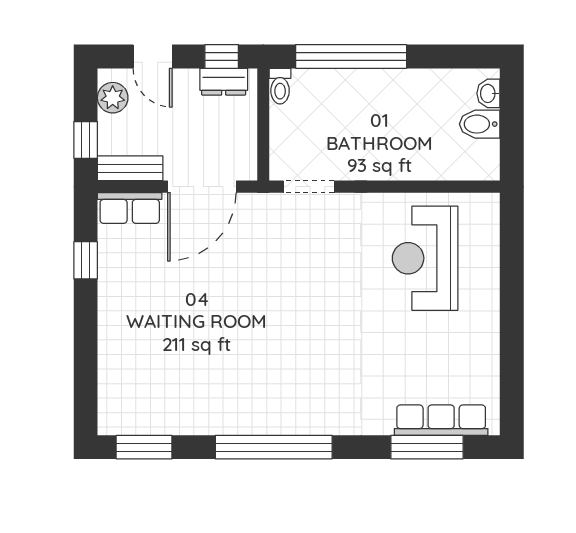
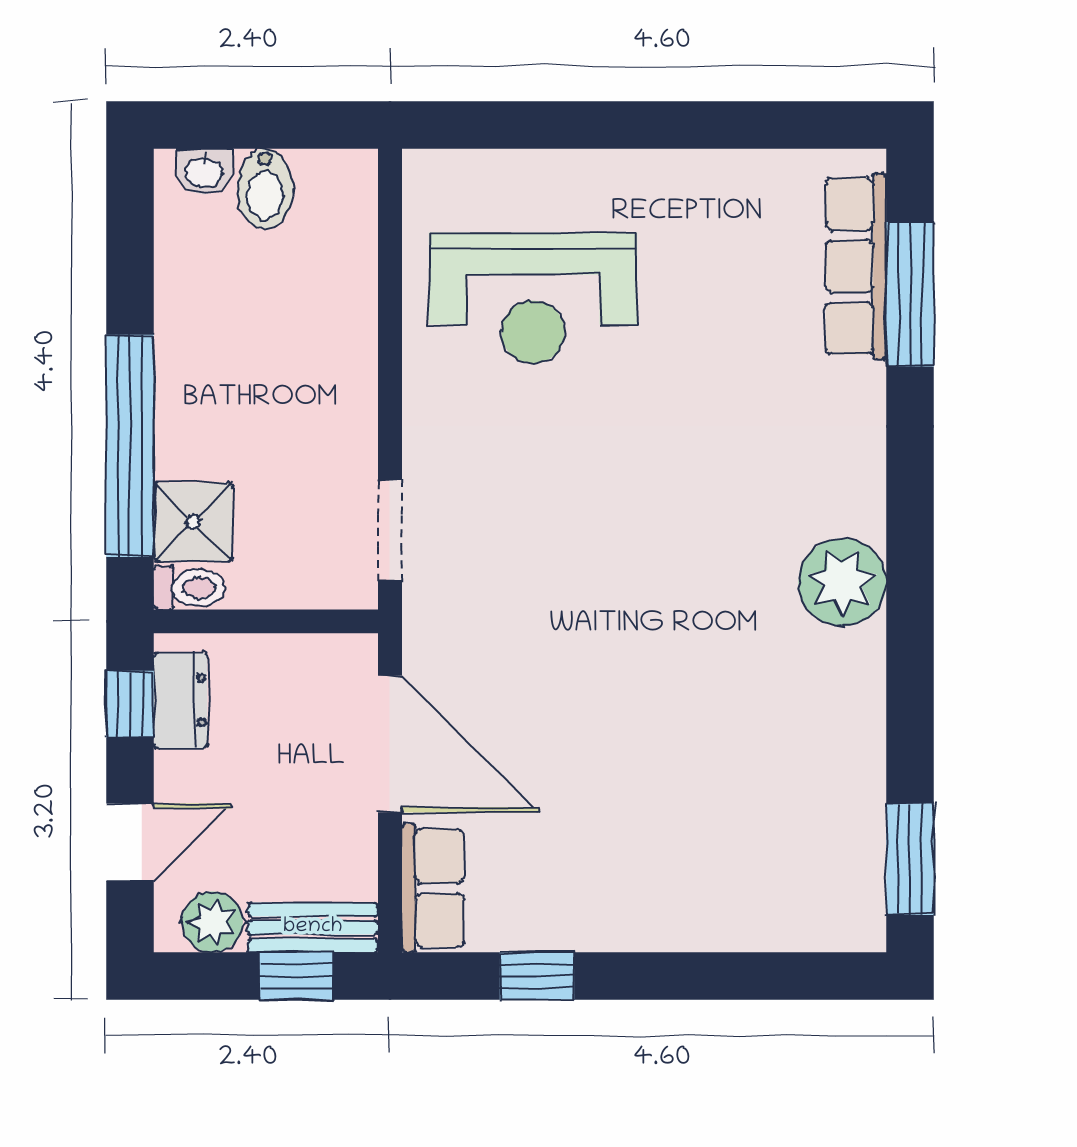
shower: (313, 88) -> (193, 522), added
bench: (130, 168) -> (313, 927), moved, turned 90
plant: (283, 413) -> (842, 582), added
window: (274, 447) -> (910, 600), removed

